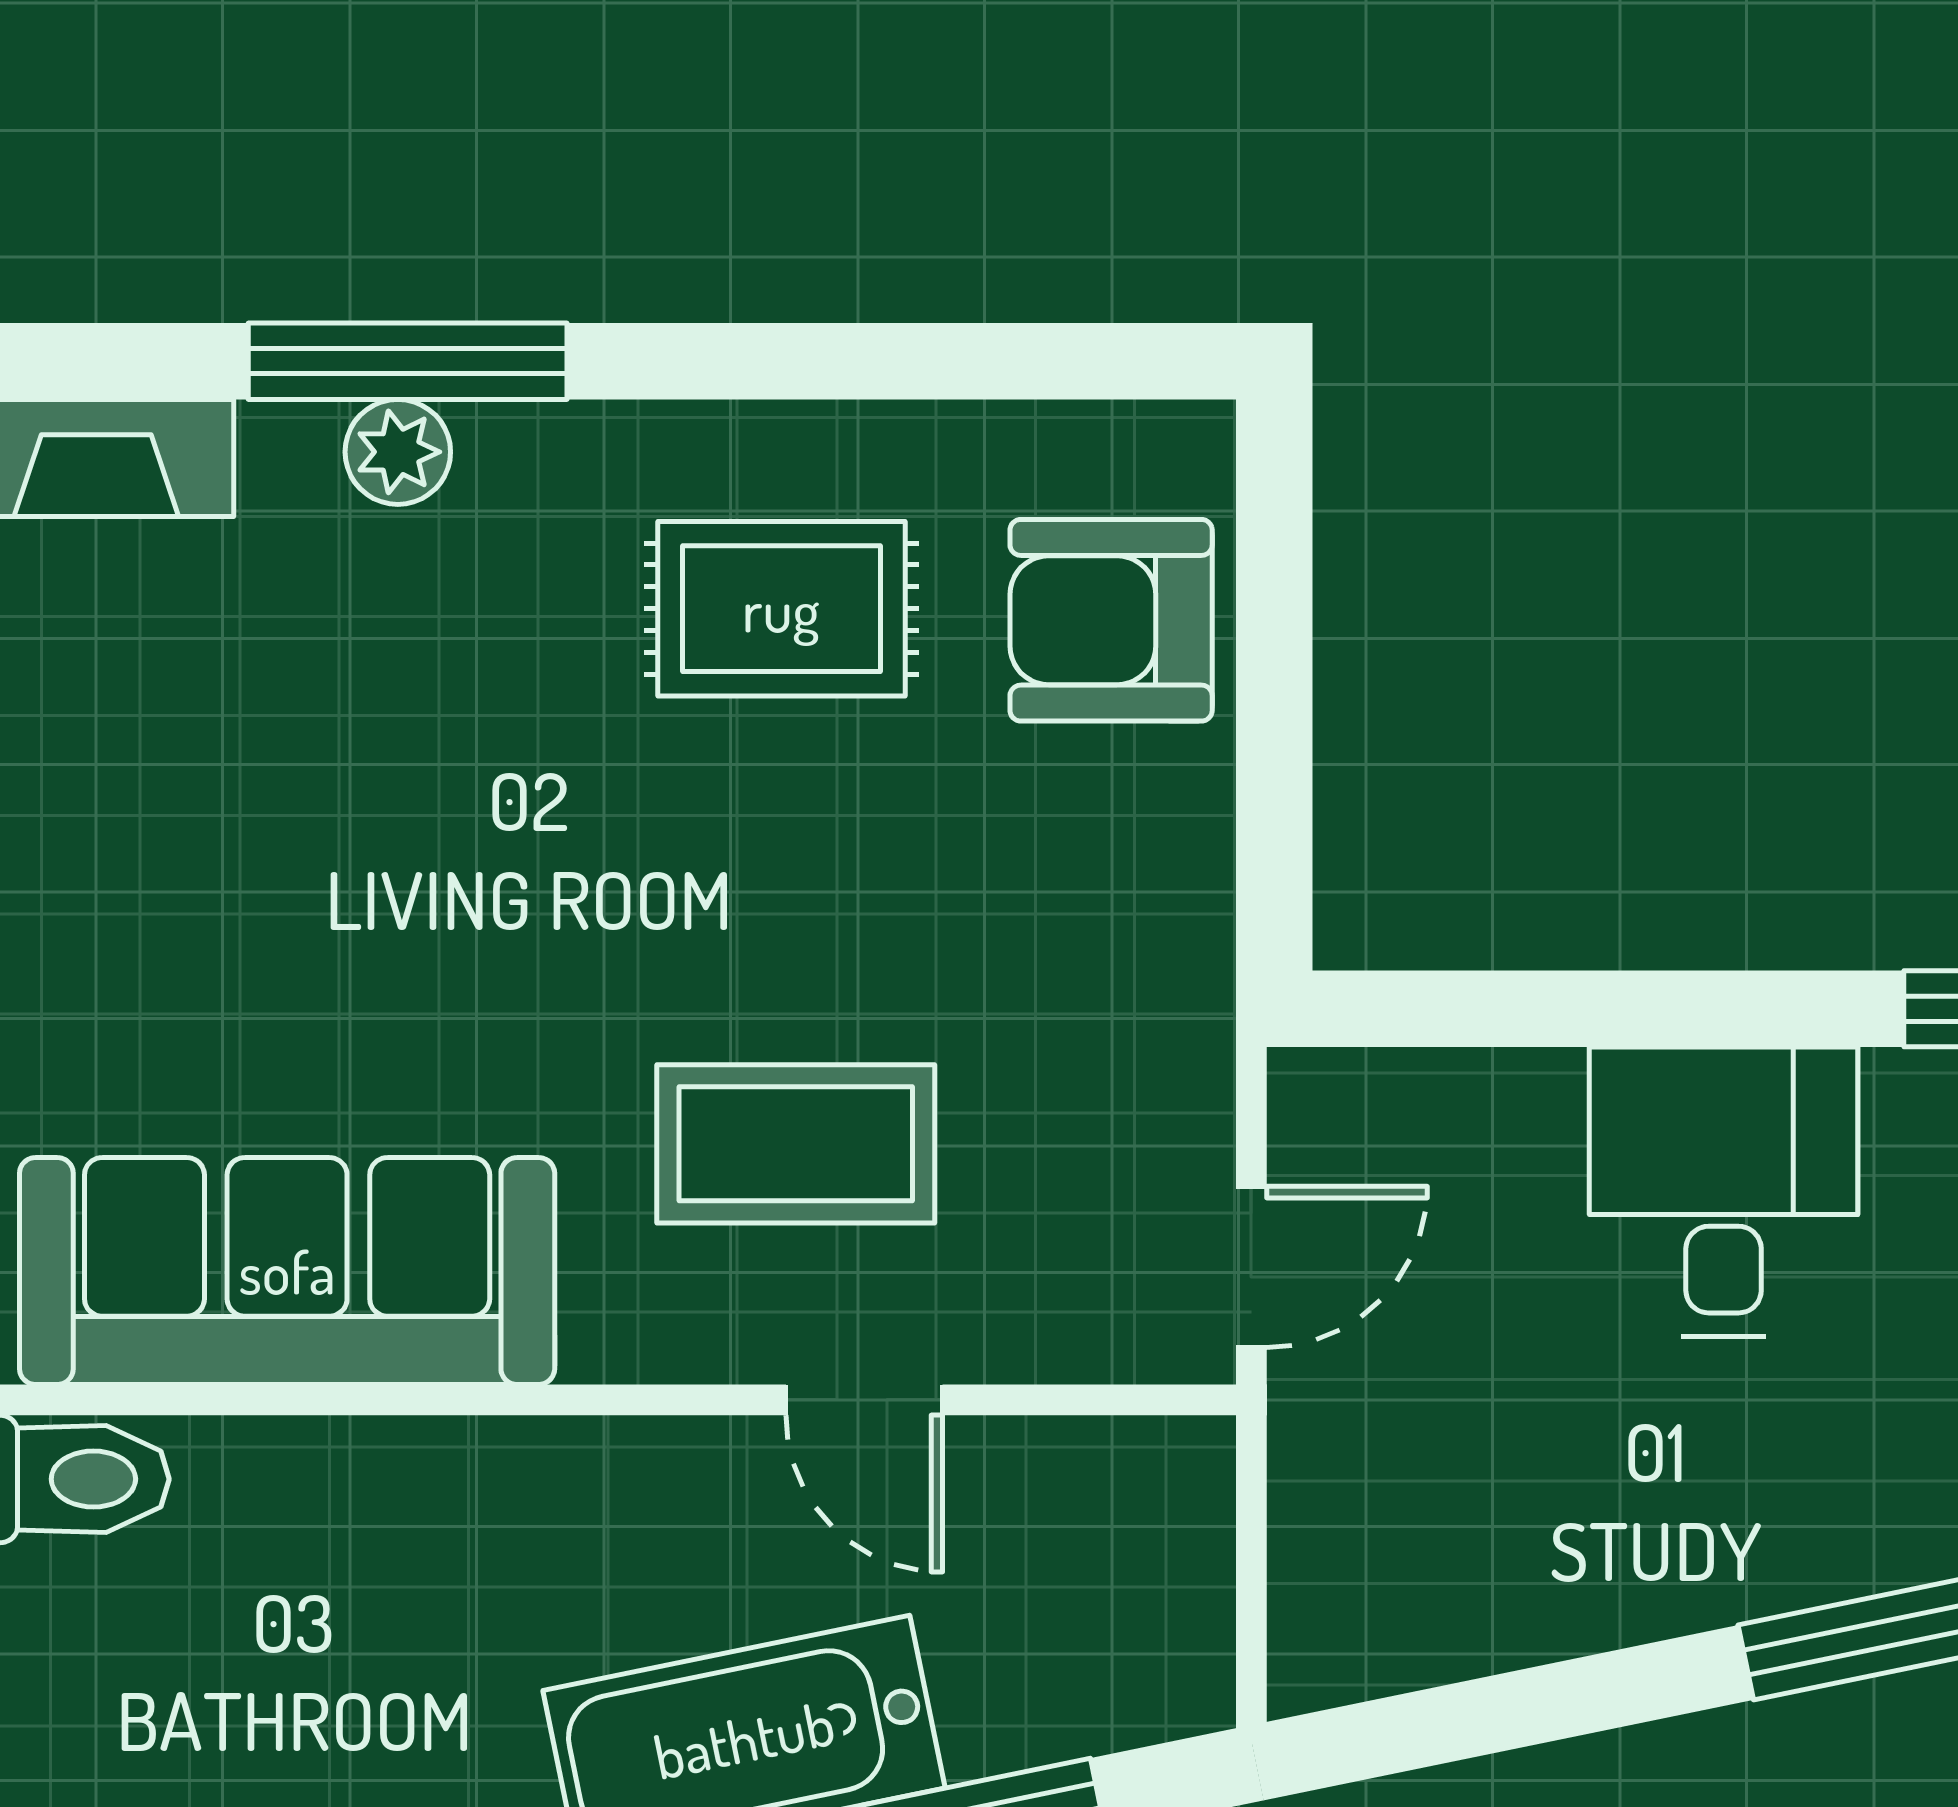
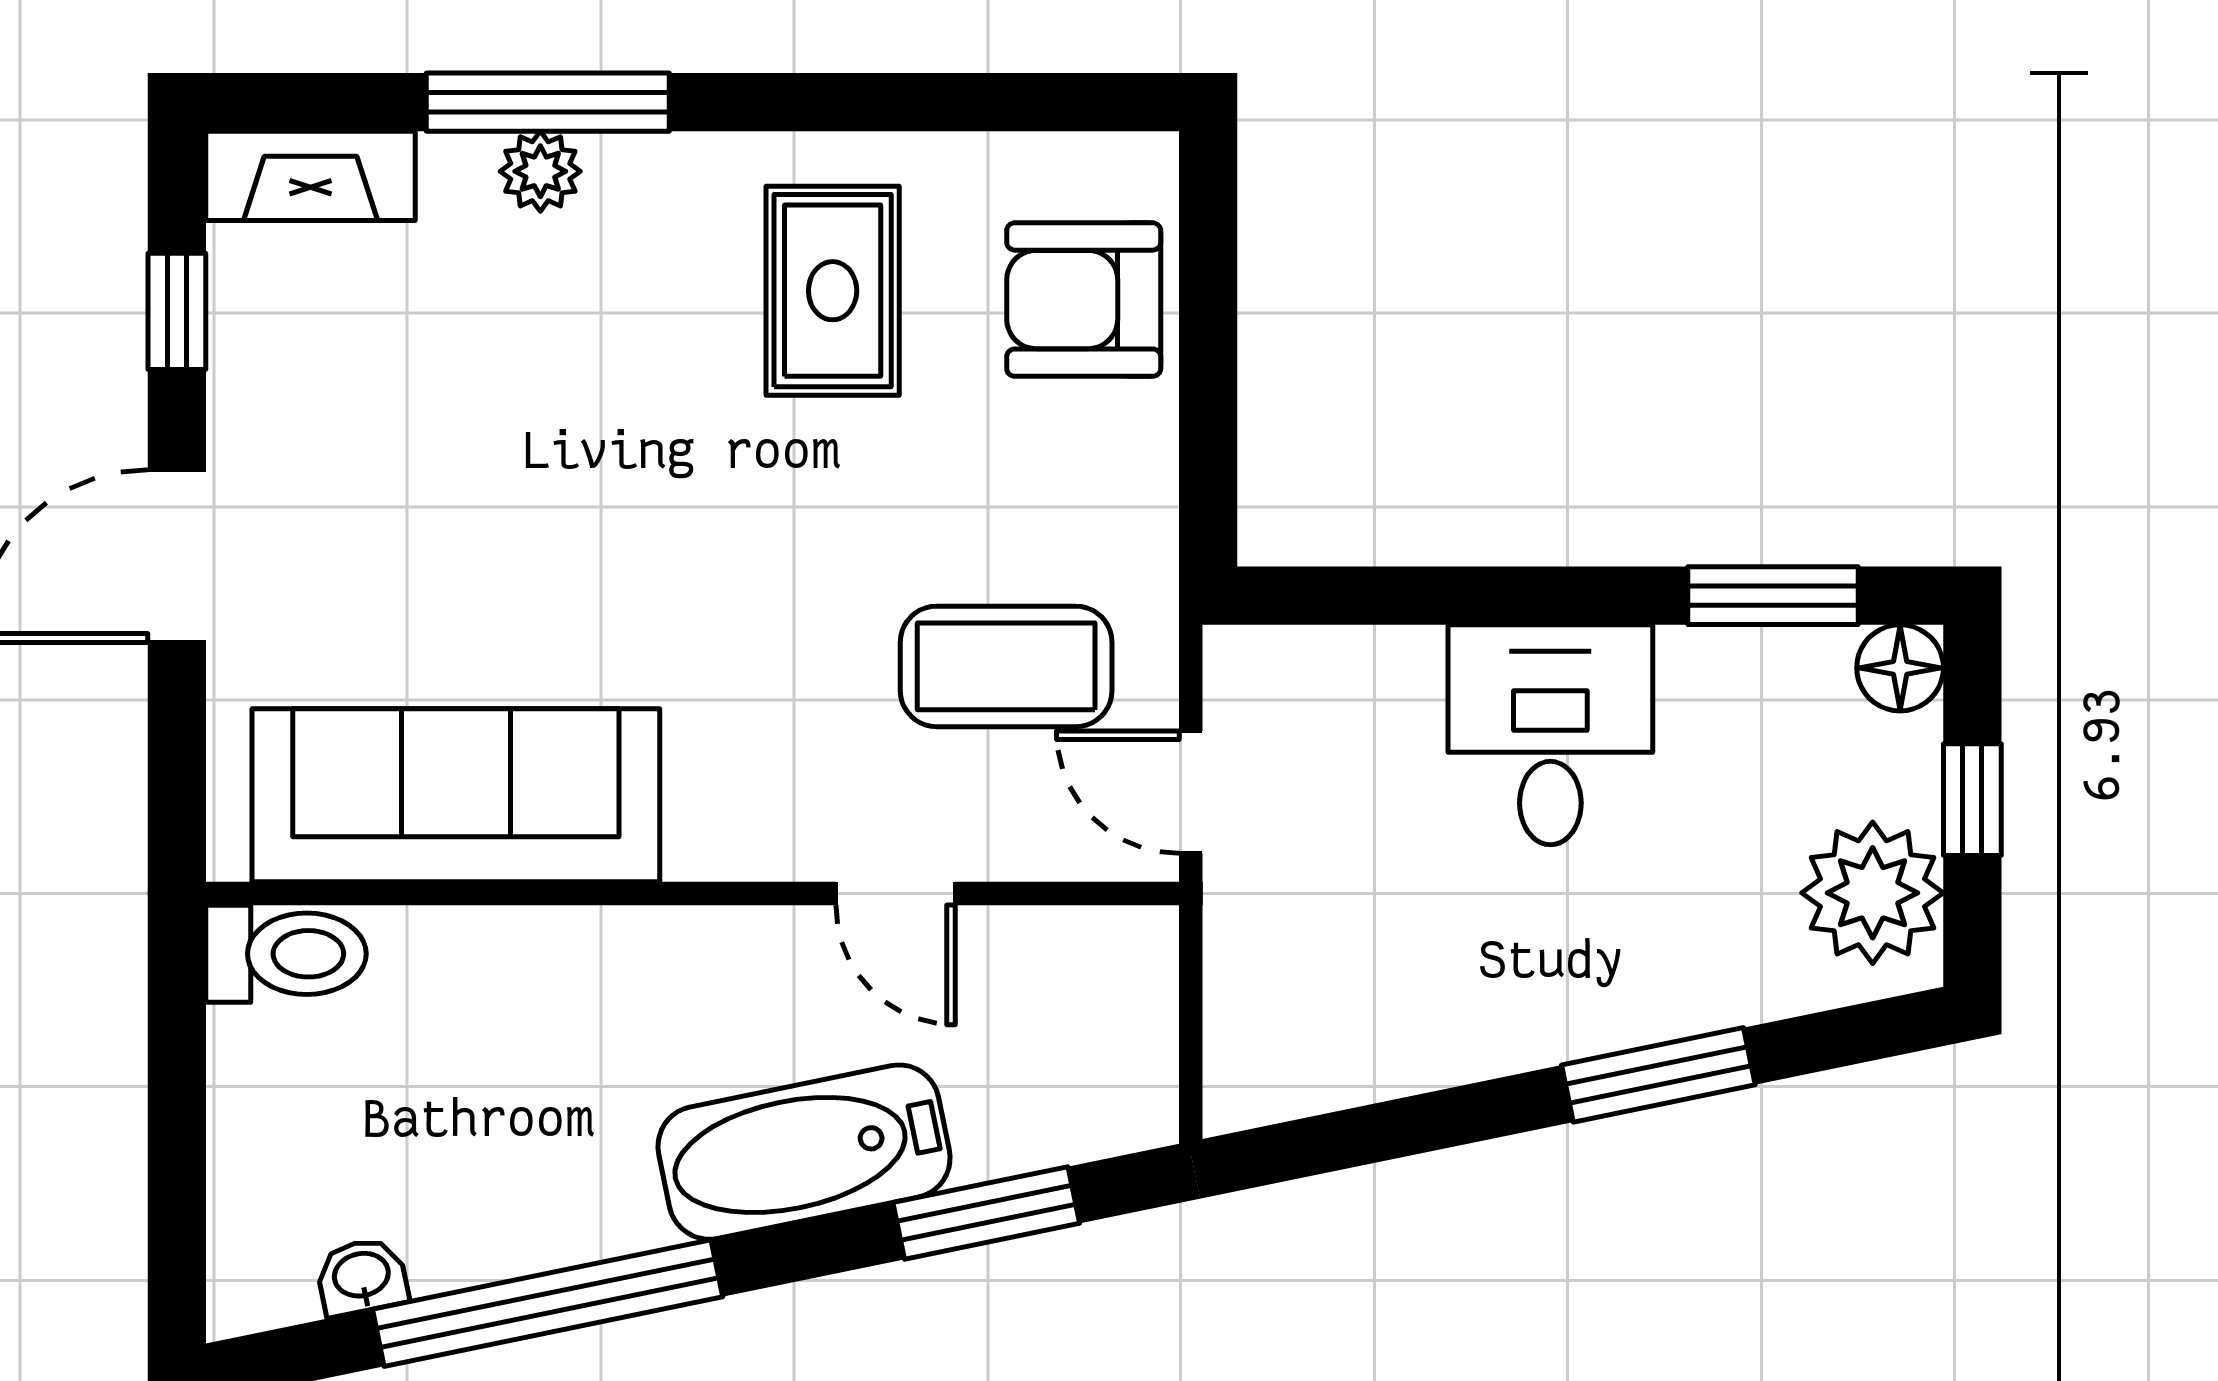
rug: (781, 609) -> (833, 291), turned 90
coffee table: (796, 1144) -> (1006, 666), moved
door: (1251, 1267) -> (1191, 792), swing flipped

